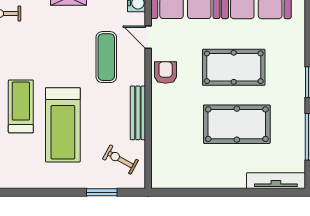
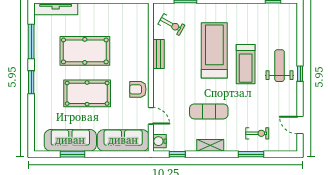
exercise mat: (106, 57) -> (209, 111), moved, turned 90
armchair: (166, 73) -> (138, 89), turned 90
bench: (138, 113) -> (158, 54), width x0.73

